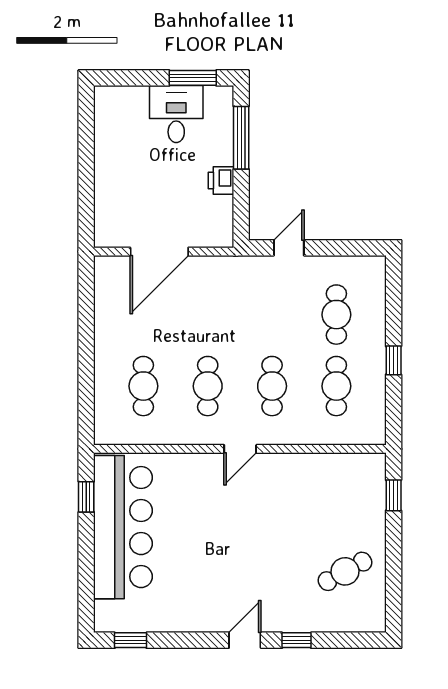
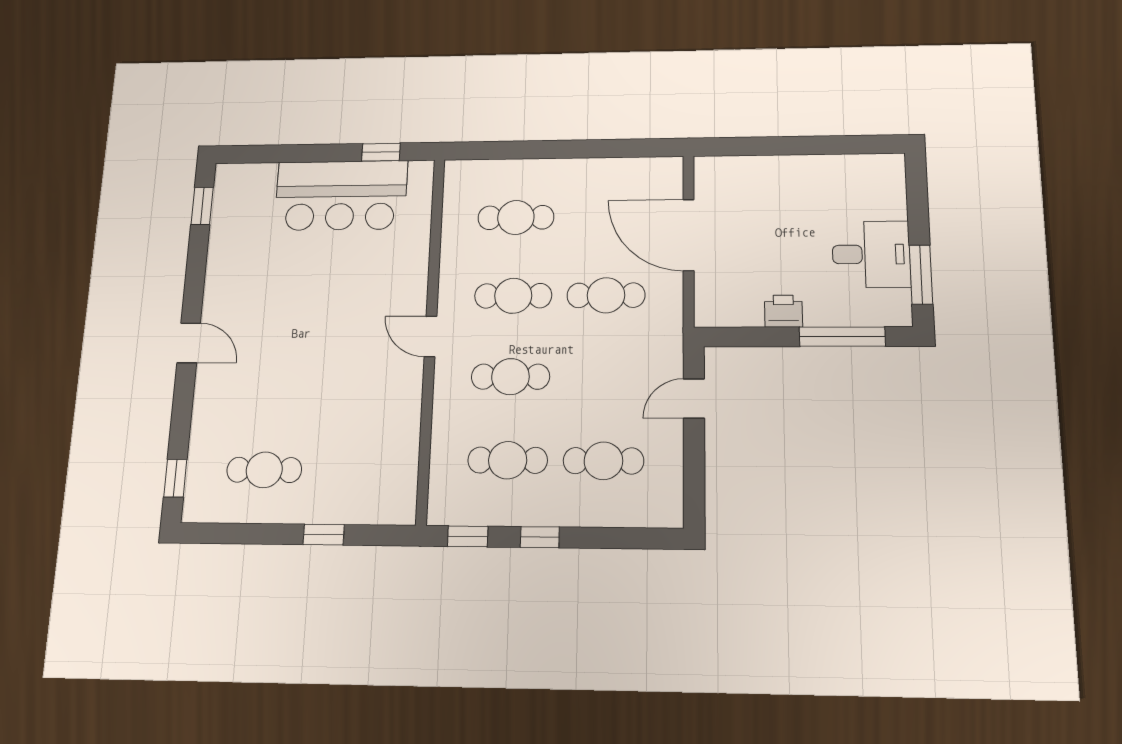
door: (289, 248) -> (694, 399), swing flipped
cafe table: (208, 315) -> (606, 295), added
window: (394, 414) -> (468, 536), added
window: (394, 495) -> (324, 535), moved
bar counter: (123, 527) -> (341, 195), width x0.73
cafe table: (345, 571) -> (264, 470), turned -61
window: (296, 640) -> (175, 478), moved

